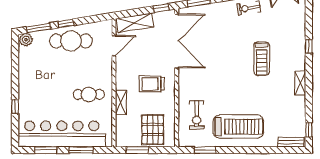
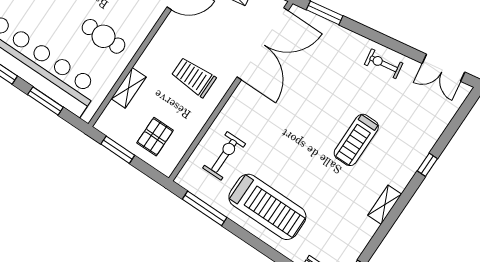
shelving: (121, 102) -> (129, 88), moved
exercise bike: (197, 115) -> (224, 156), turned 180
pallet: (153, 130) -> (155, 137), width x0.67, depth x0.71
window: (205, 150) -> (205, 208), width x1.44

